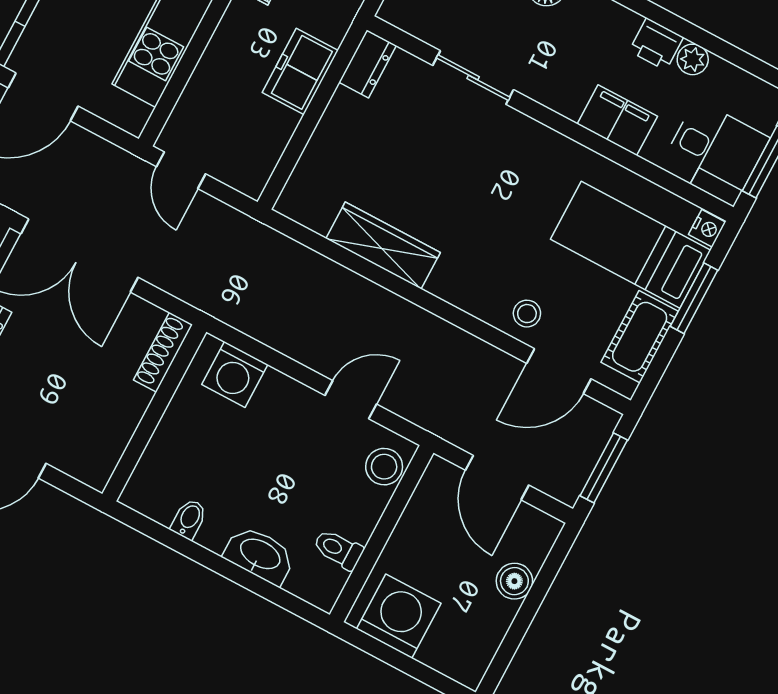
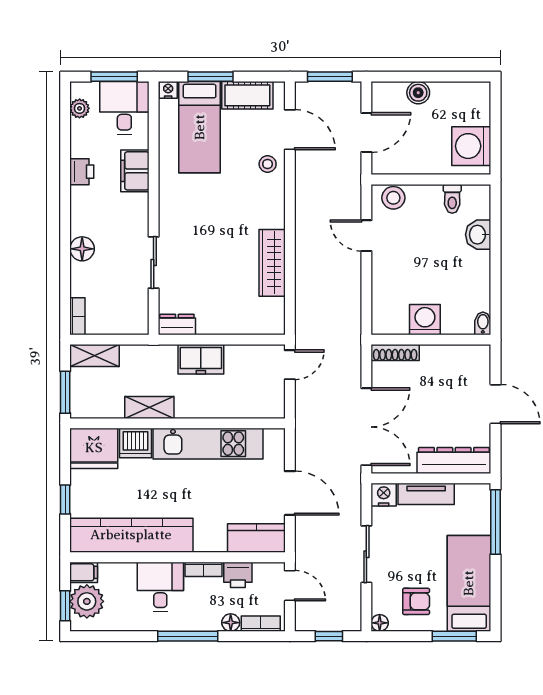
plant: (693, 59) -> (80, 108), moved
door: (181, 170) -> (290, 365), moved
washing machine: (235, 374) -> (425, 320), moved, turned -90
bidet: (189, 519) -> (483, 323), moved, turned 90
washbasin: (260, 555) -> (478, 235), width x0.72

